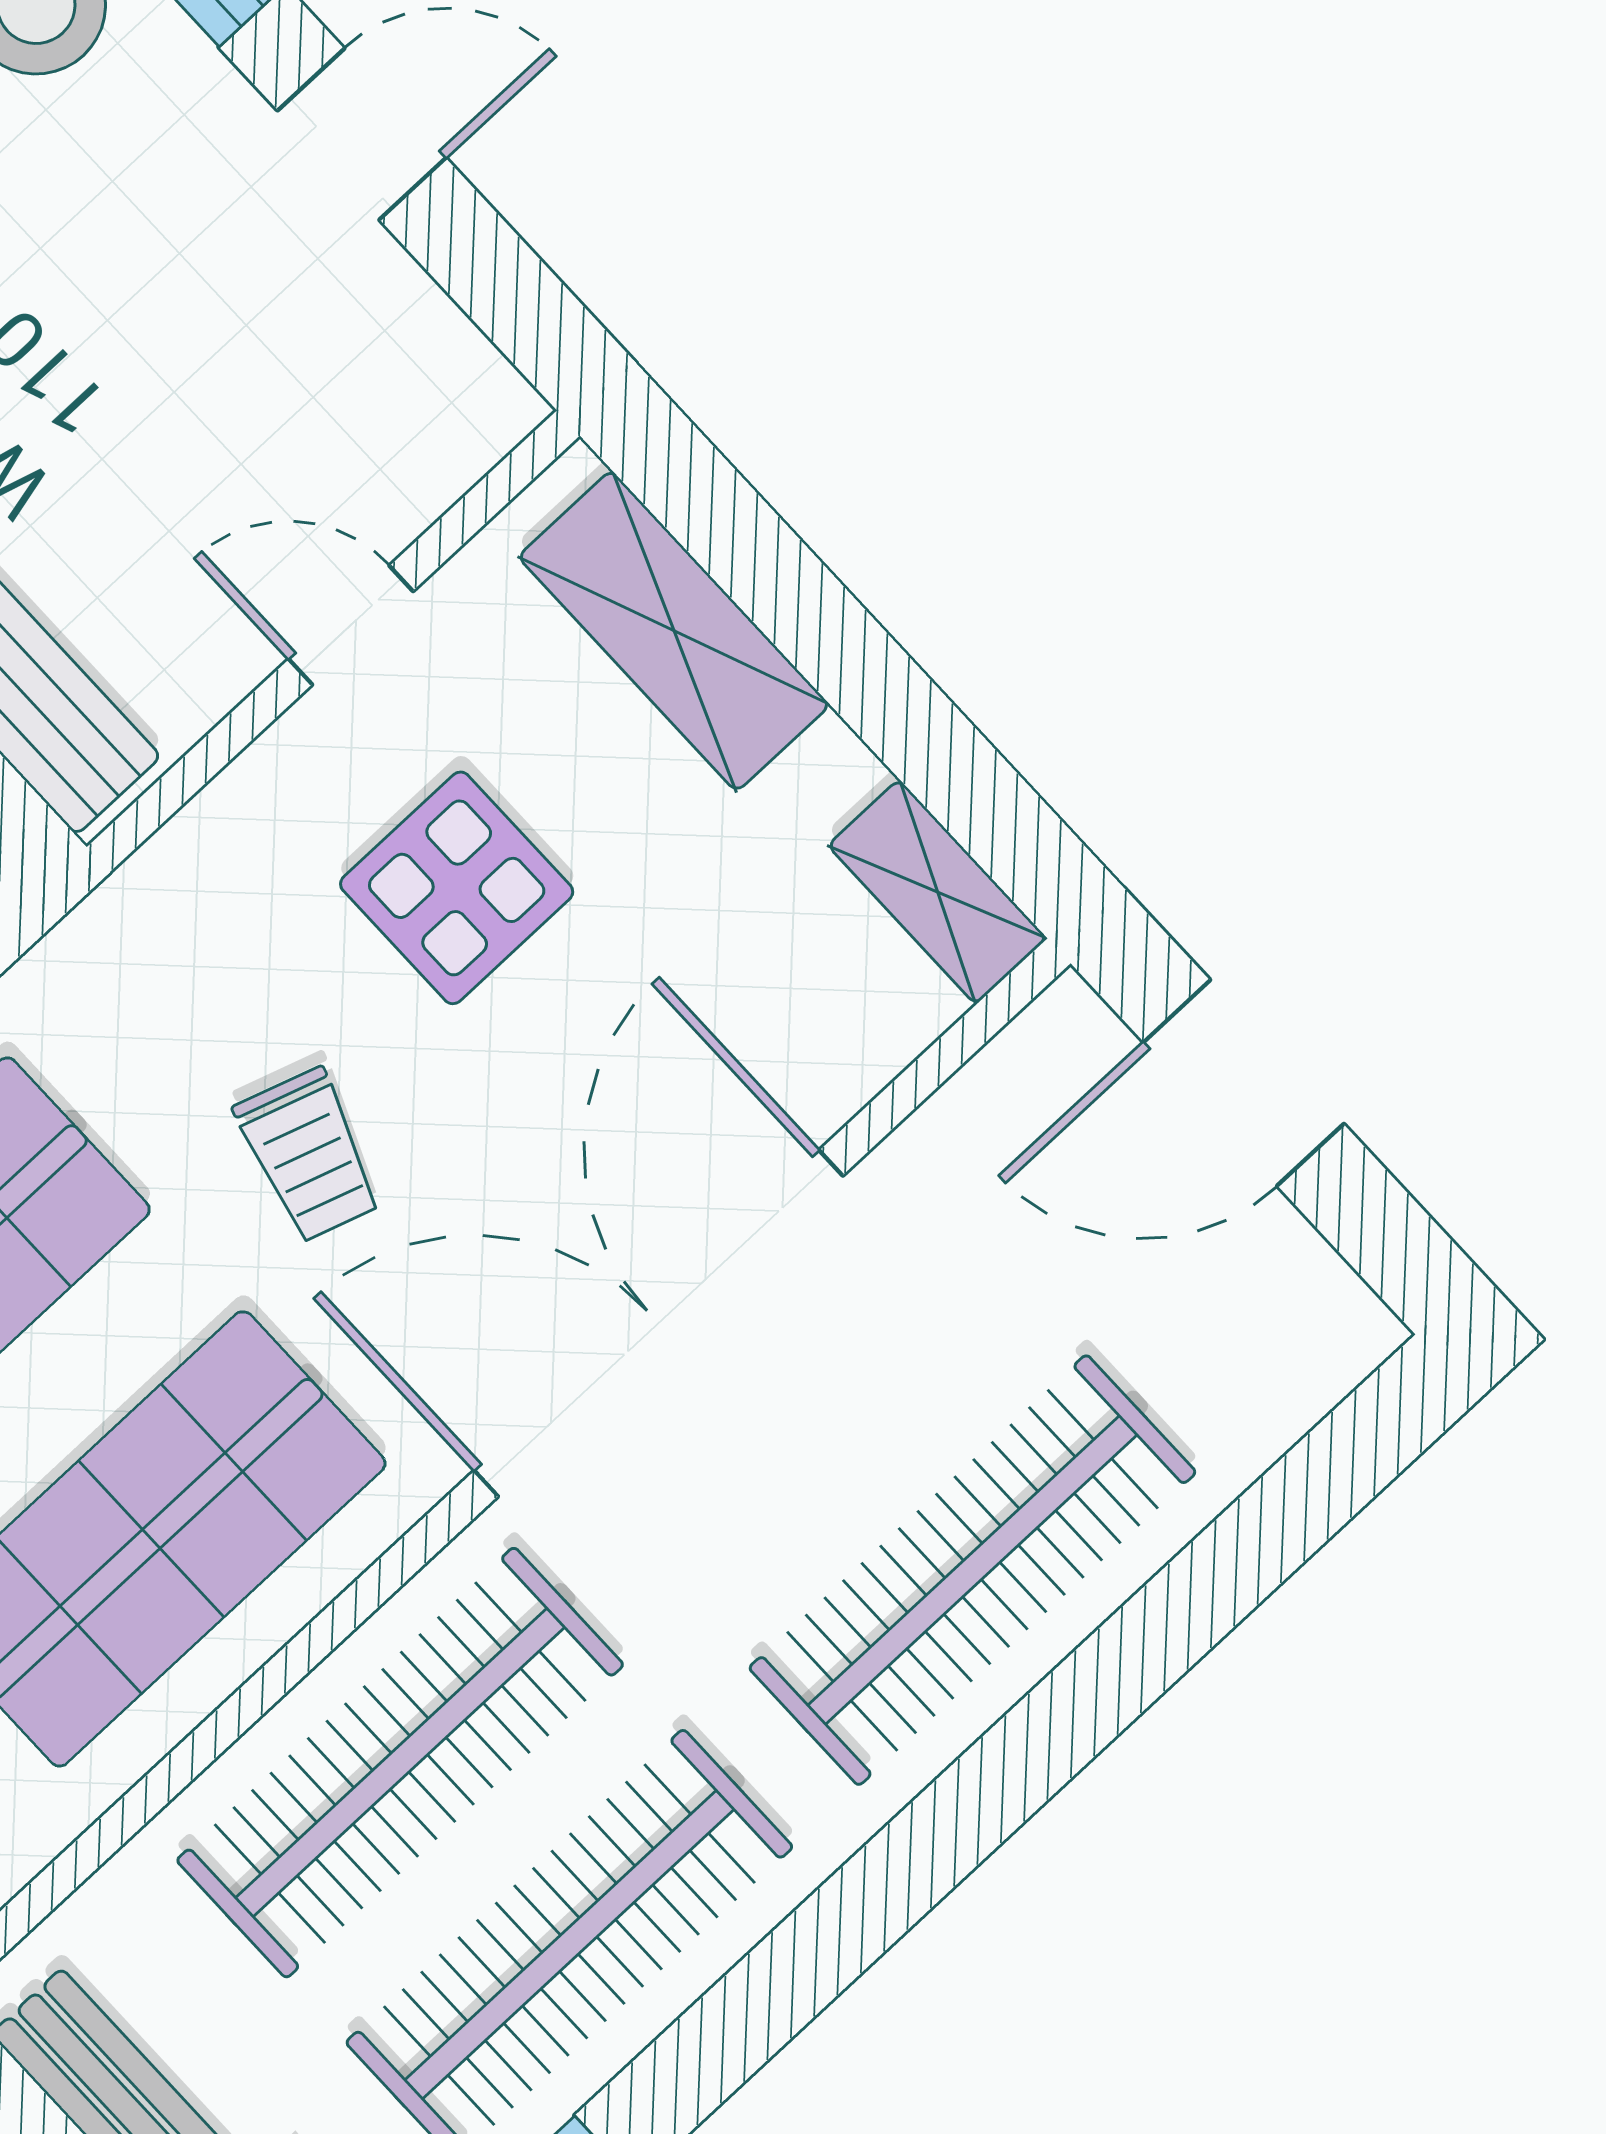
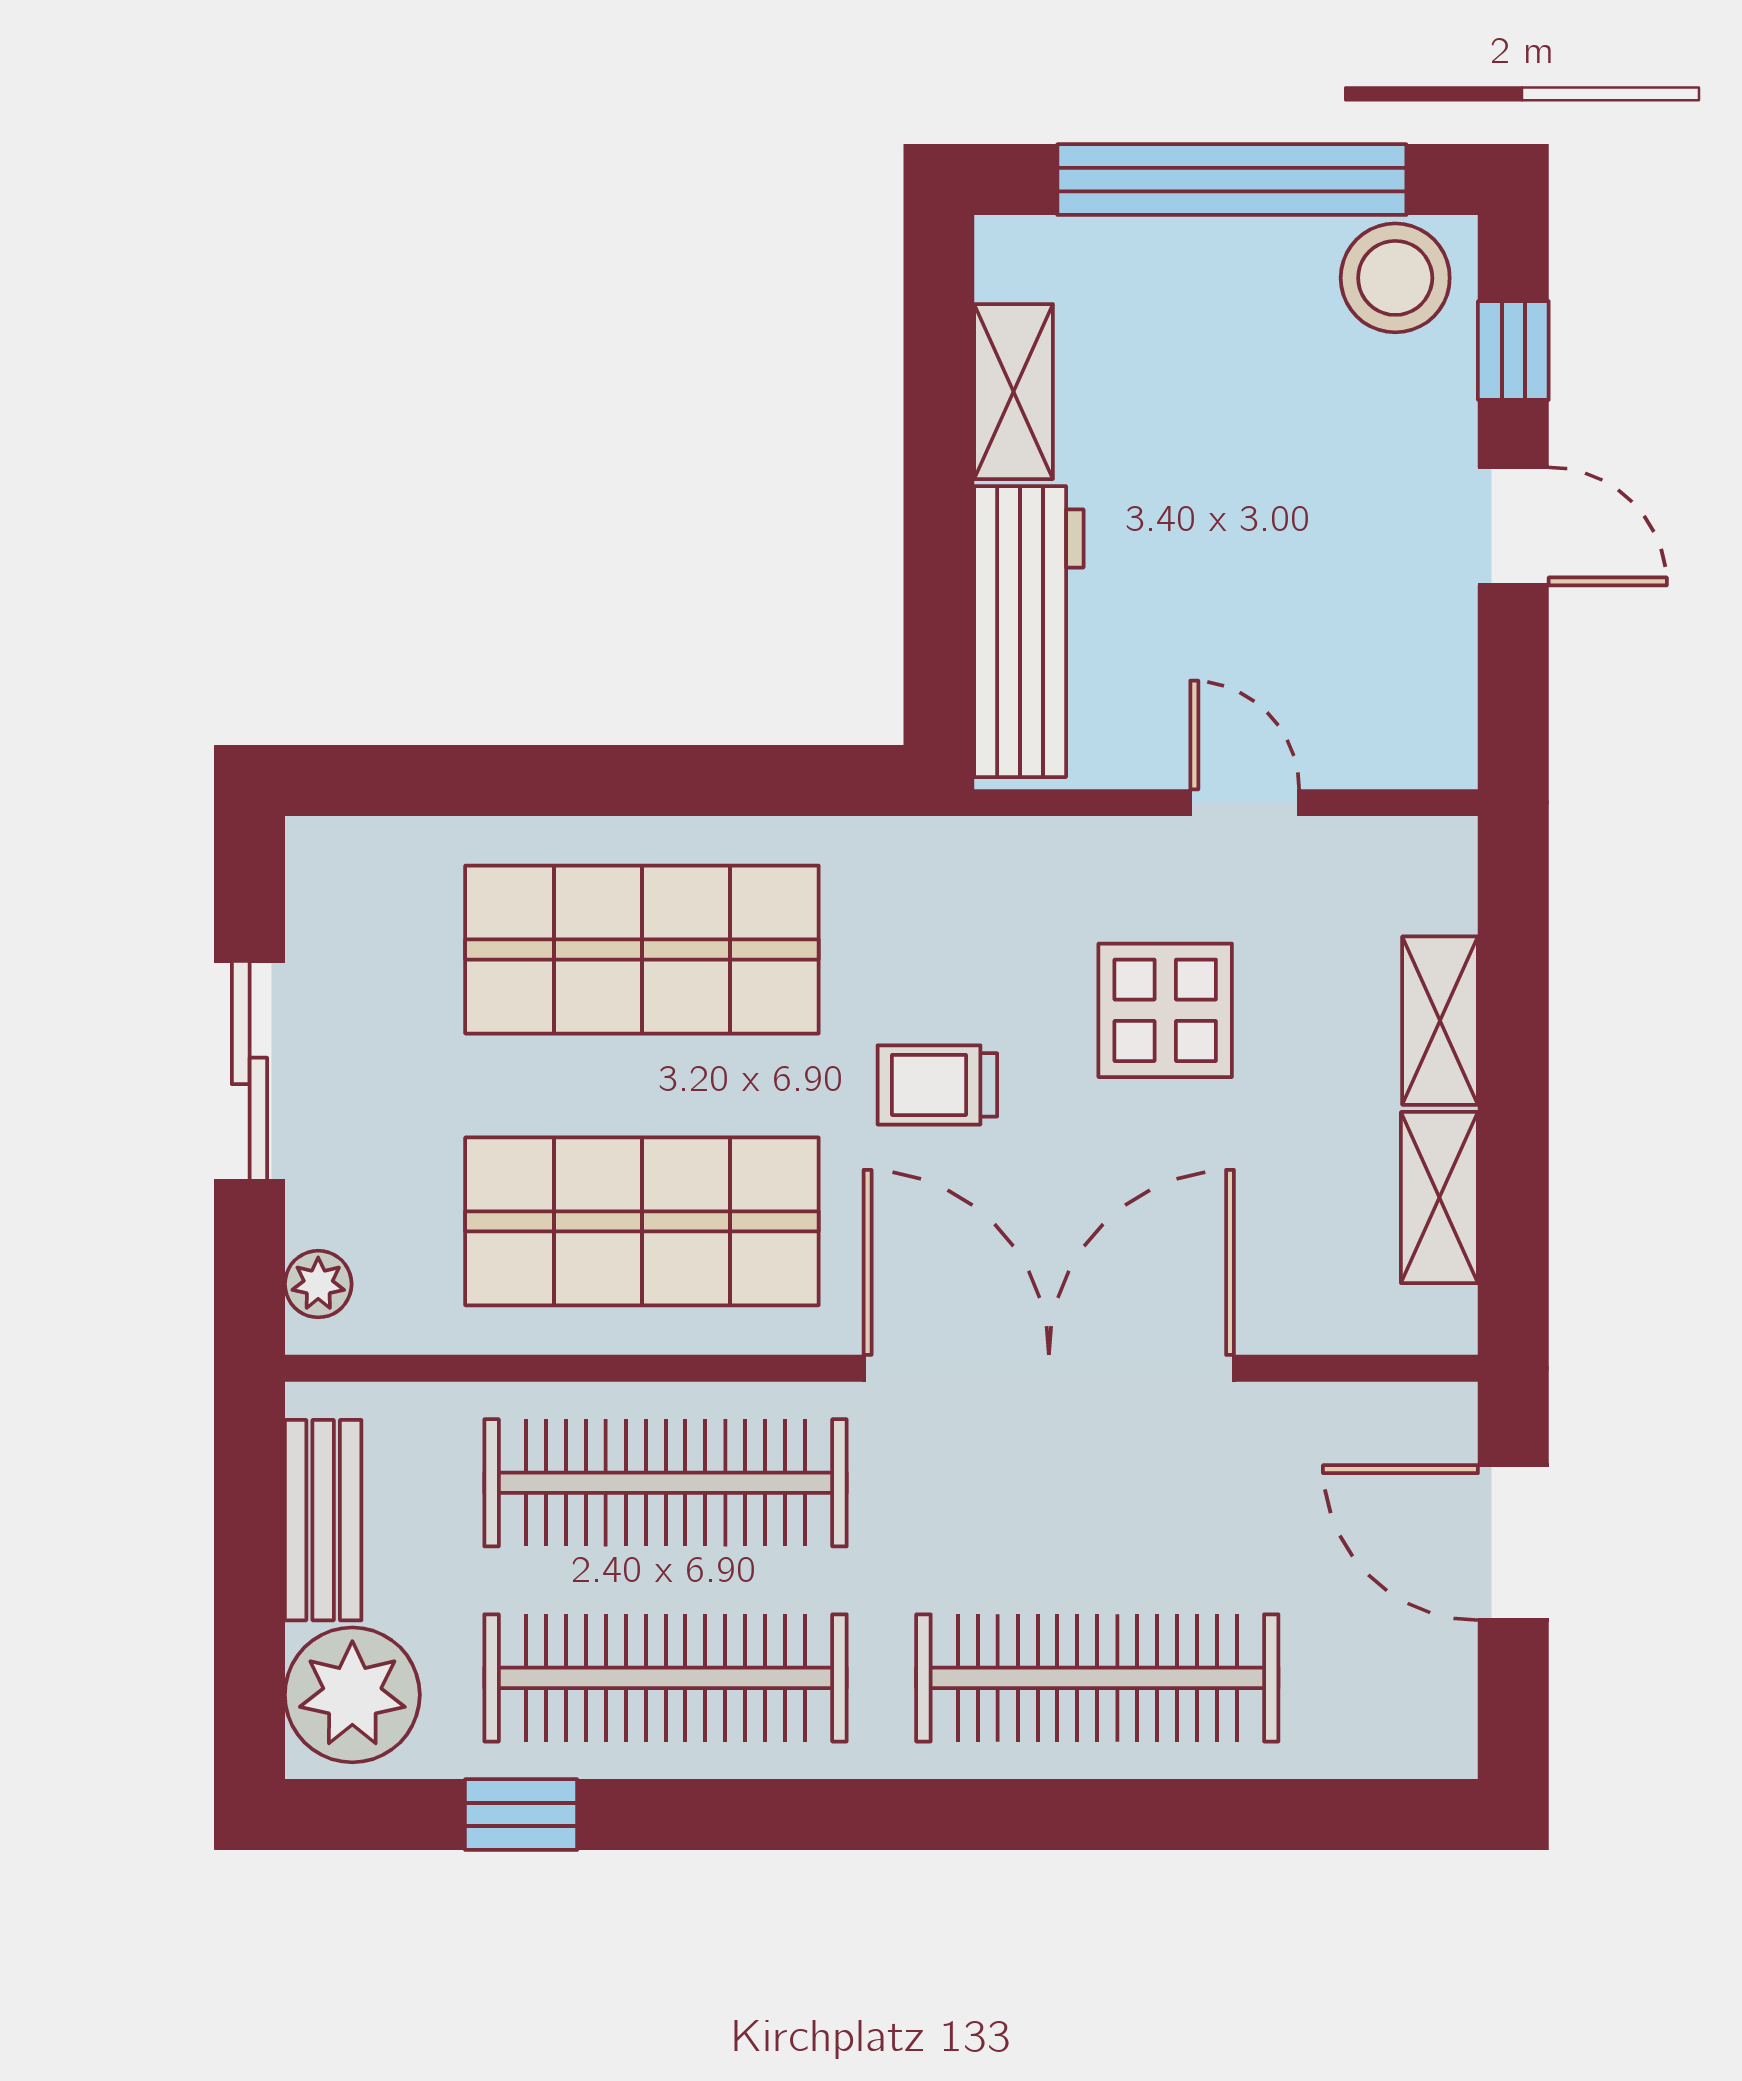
shelving: (674, 631) -> (1440, 1021), width x0.67, depth x0.75
shelving: (937, 892) -> (1439, 1198), moved
trolley: (309, 1155) -> (937, 1085), turned 72

